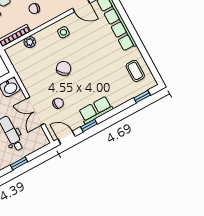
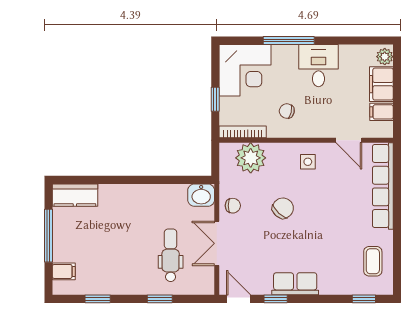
plant: (30, 42) -> (251, 158), width x1.88, depth x1.88
chair: (58, 103) -> (233, 206), moved

